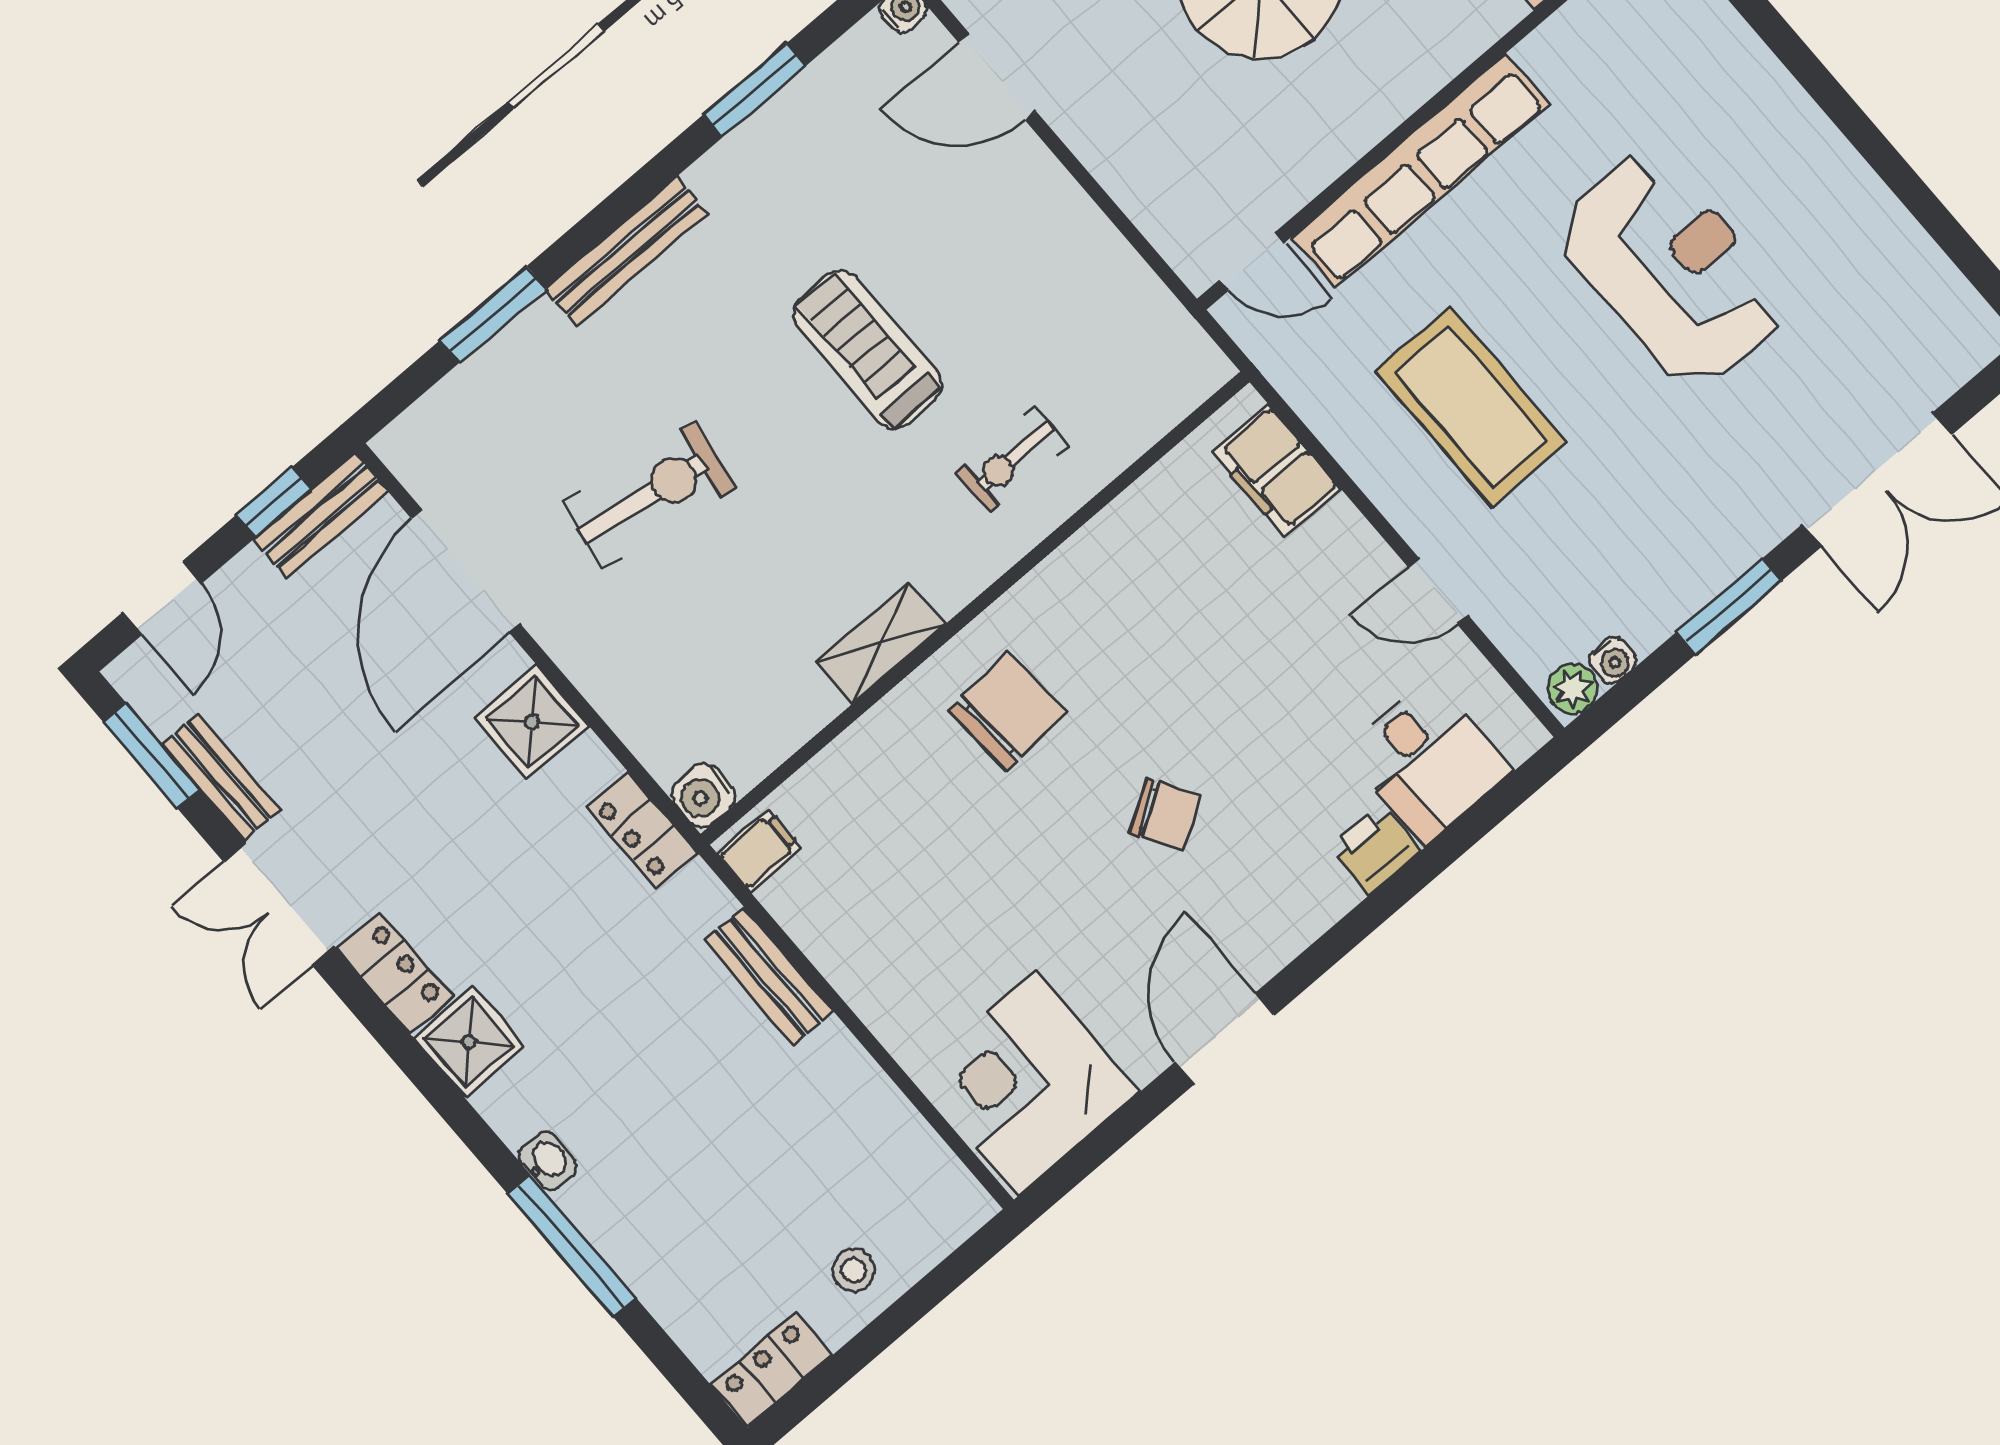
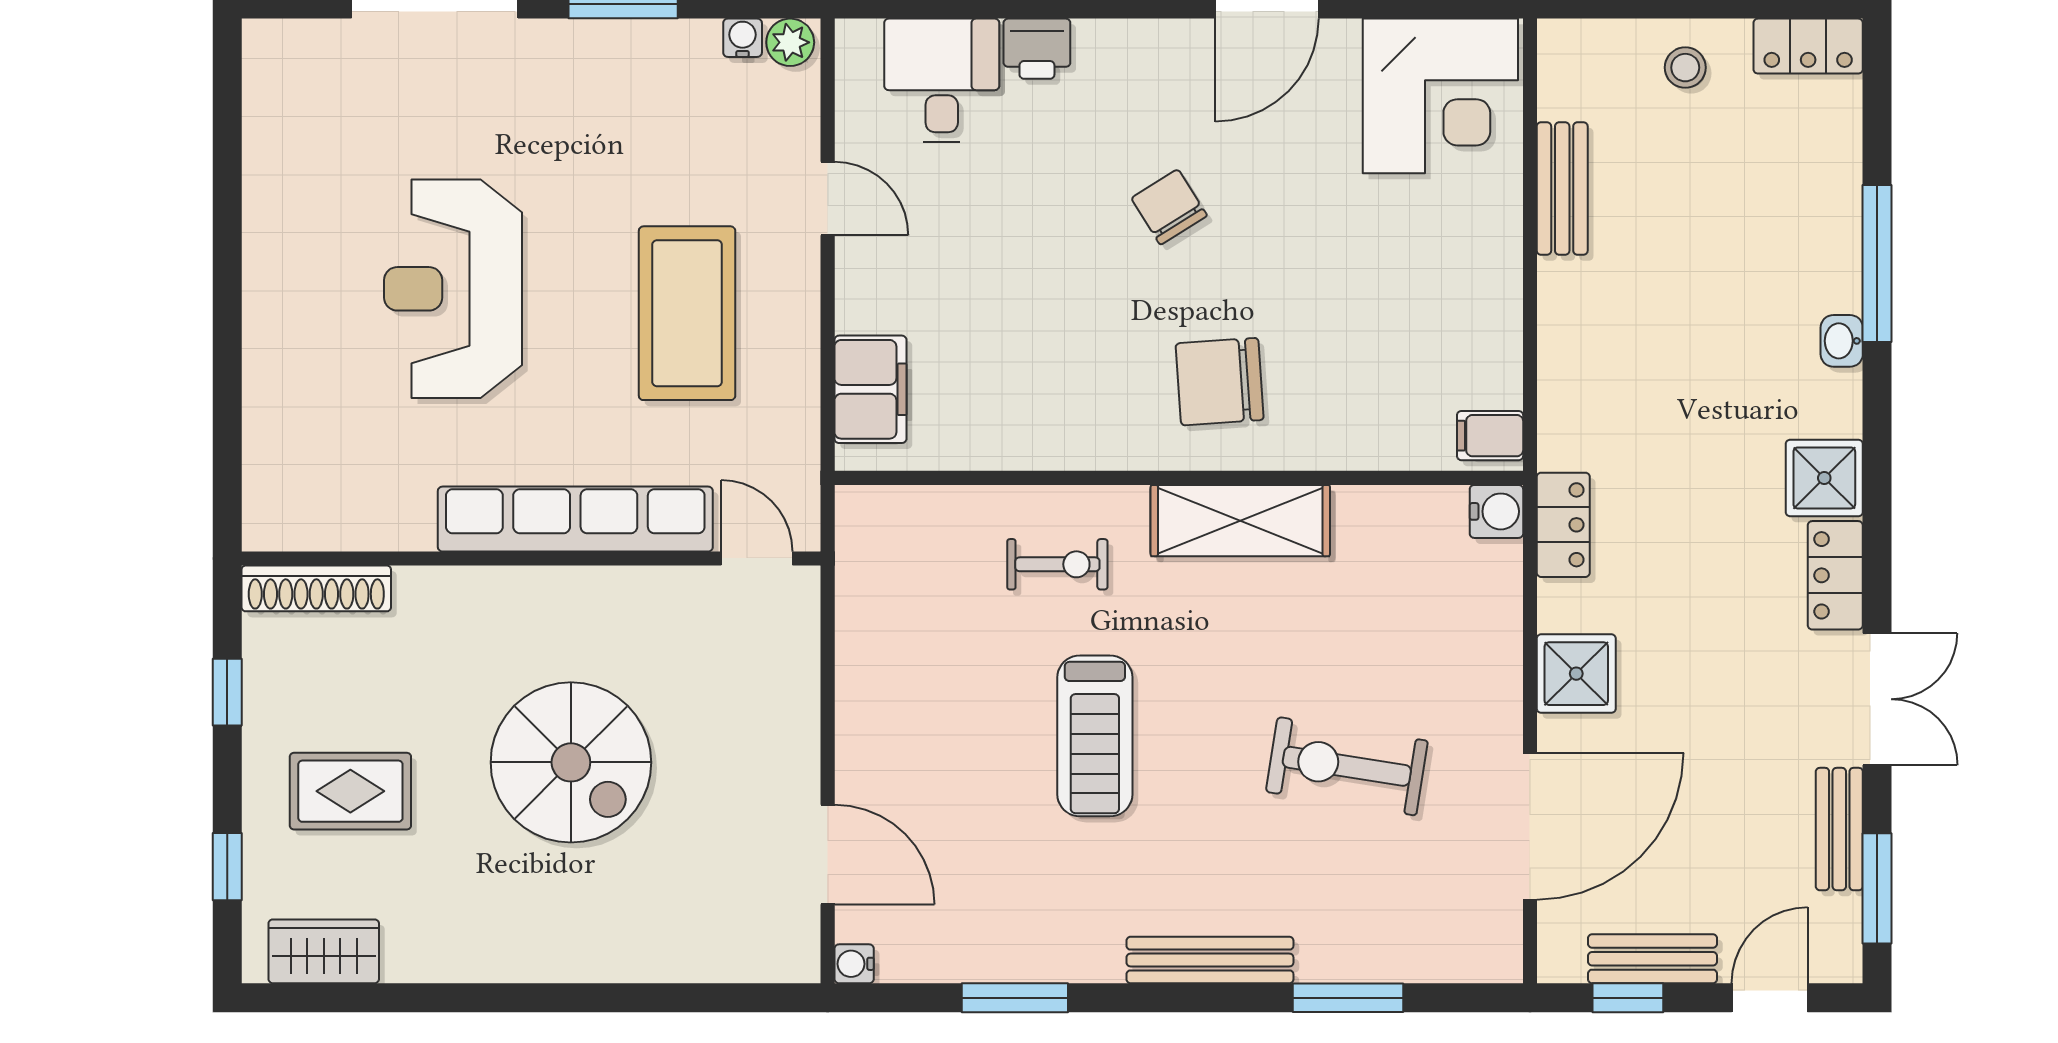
bench: (321, 515) -> (1652, 959), moved
shelving: (881, 643) -> (1240, 521), width x1.50, depth x1.33
bench: (769, 976) -> (1562, 188), moved

